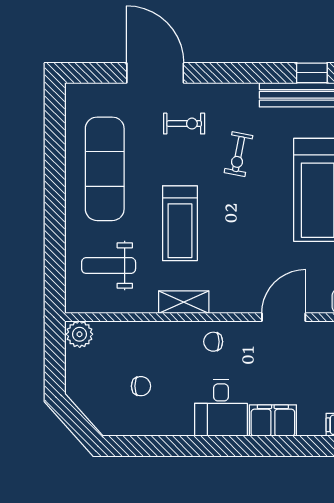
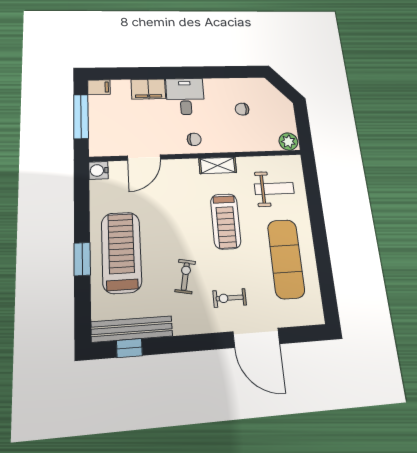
treadmill: (180, 223) -> (226, 221), turned 180

